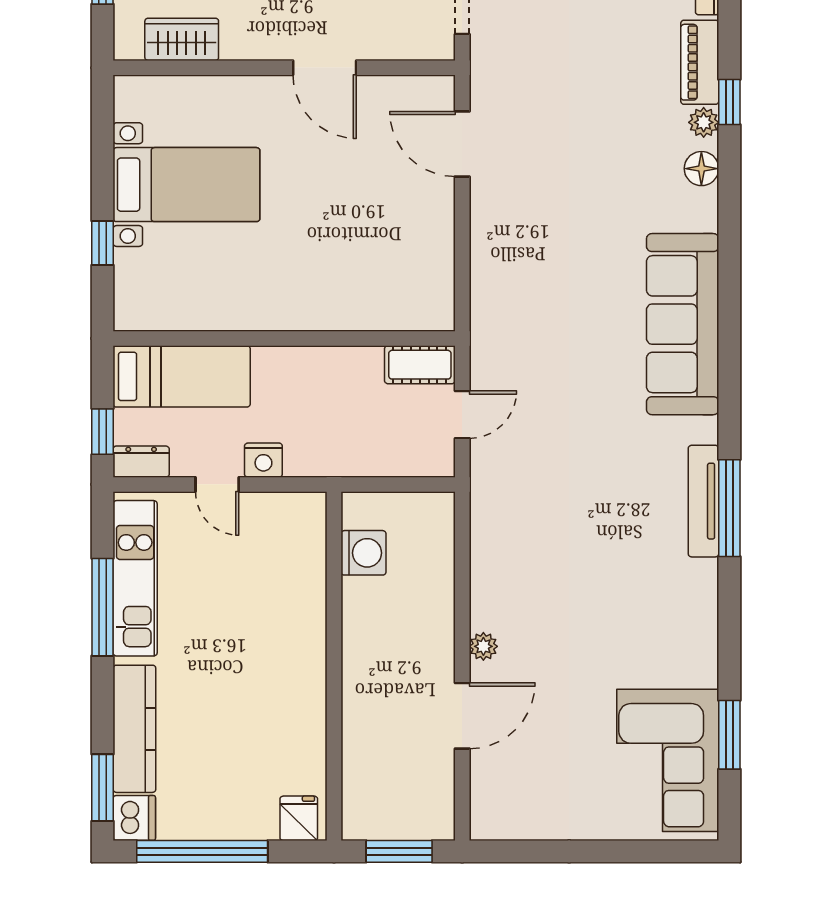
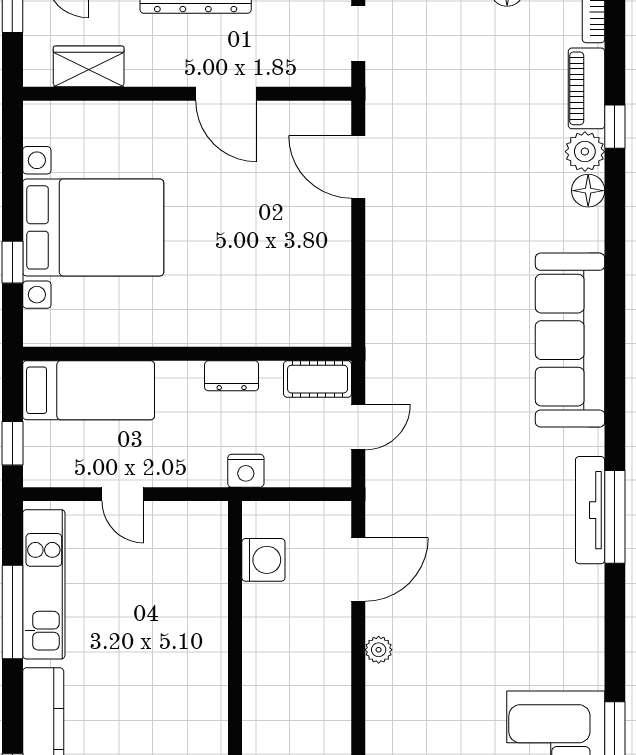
plant: (704, 122) -> (585, 152), width x1.38, depth x1.38
bed with nightstands: (186, 185) -> (93, 227), width x1.36
nightstand: (263, 460) -> (246, 471), moved
dresser: (141, 462) -> (232, 376), moved, turned 180
door: (462, 716) -> (358, 569), moved

